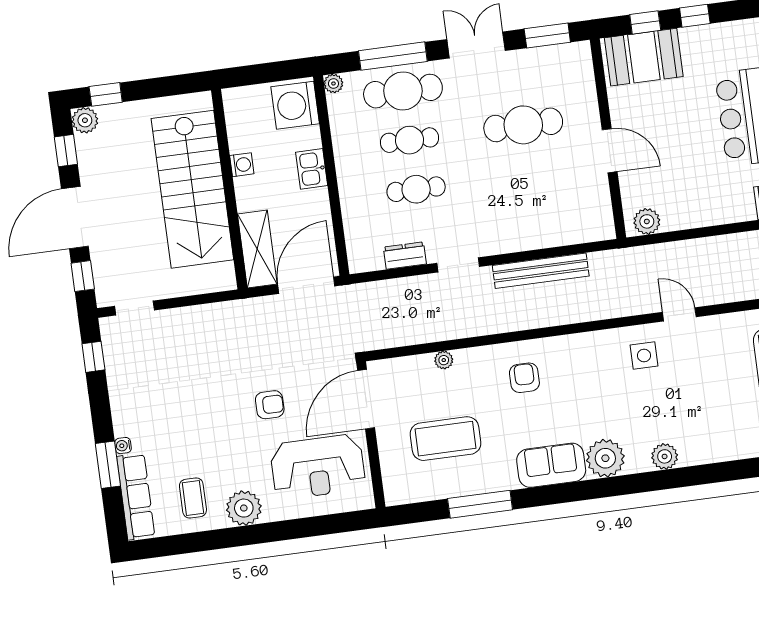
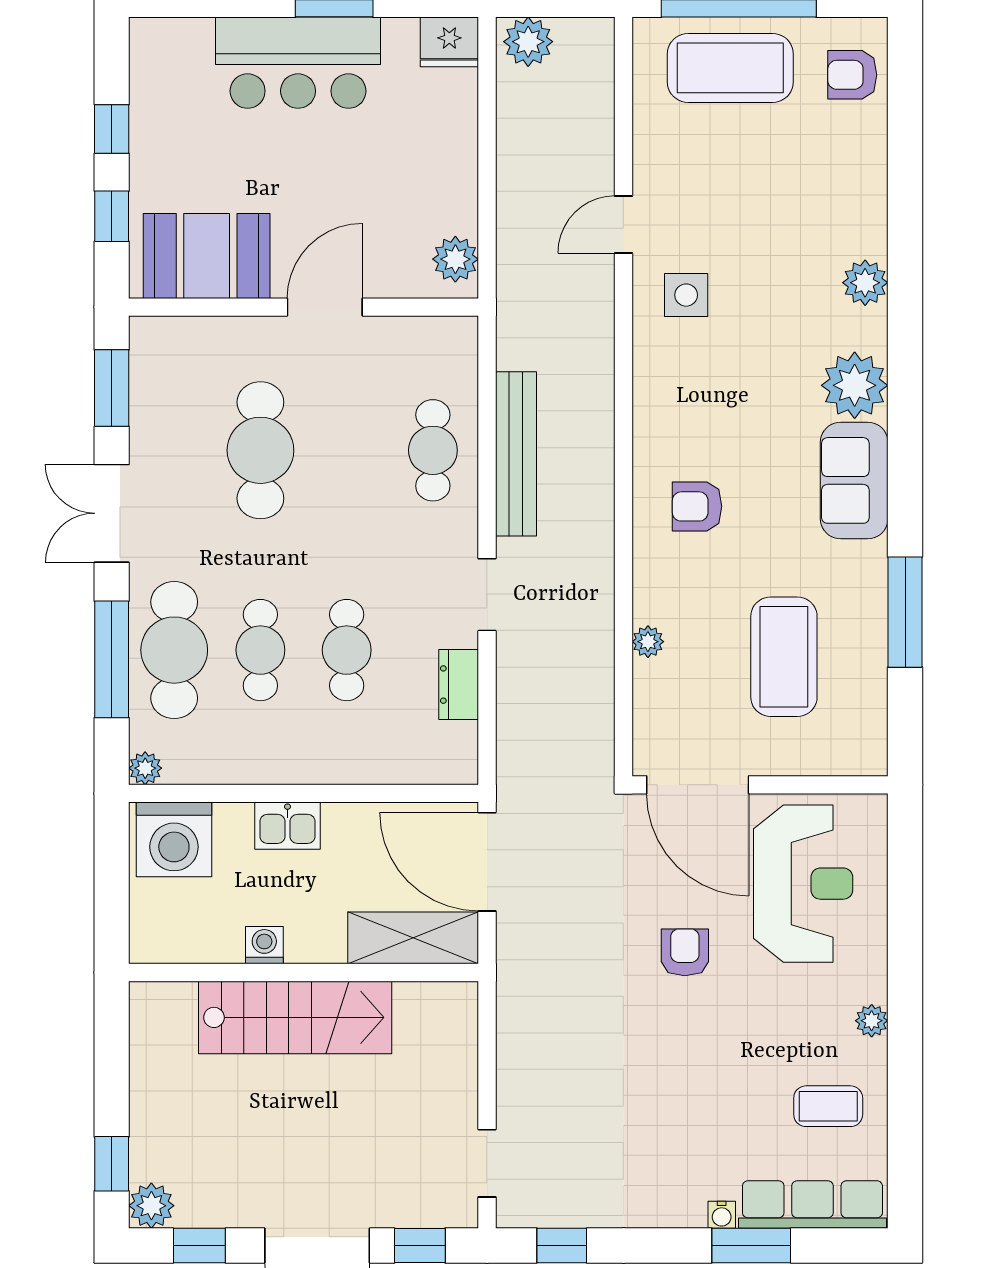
booth: (644, 57) -> (207, 256), moved, turned 90
stairs: (192, 189) -> (295, 1017), width x0.73, depth x0.66
cafe table: (536, 223) -> (433, 450), added
plant: (244, 508) -> (872, 1021), width x0.53, depth x0.53

